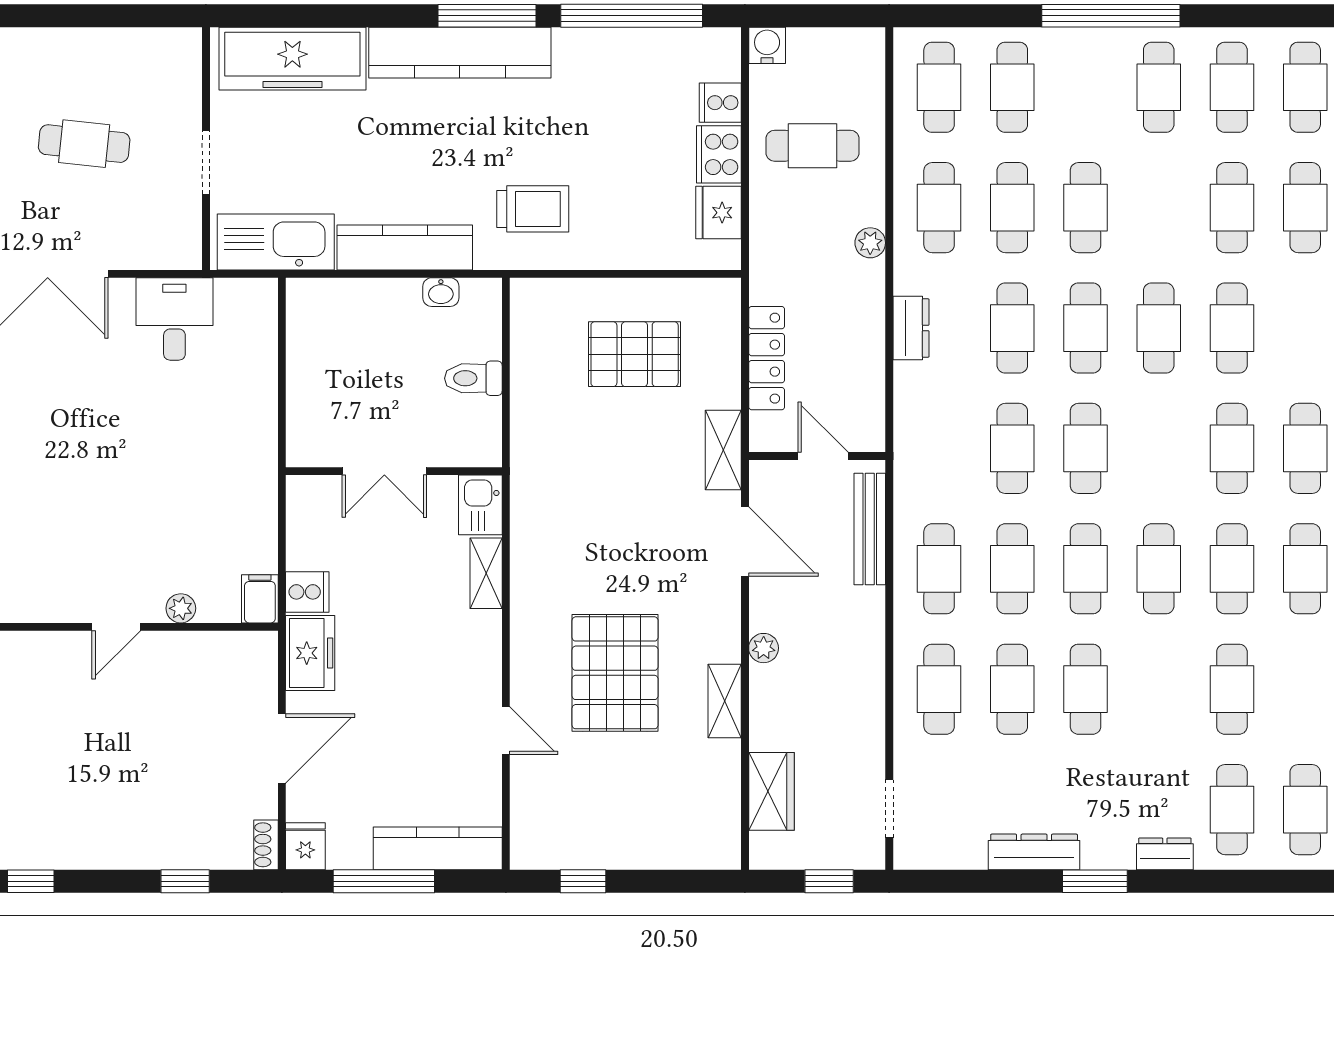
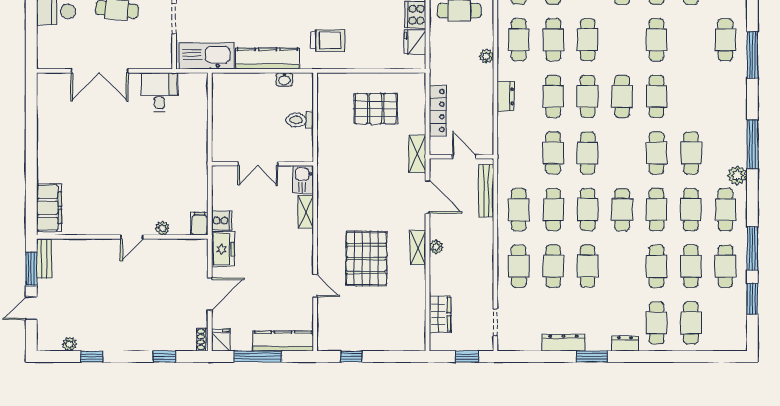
cafe table: (1305, 208) -> (691, 266), moved
shelving: (725, 701) -> (418, 248), moved

